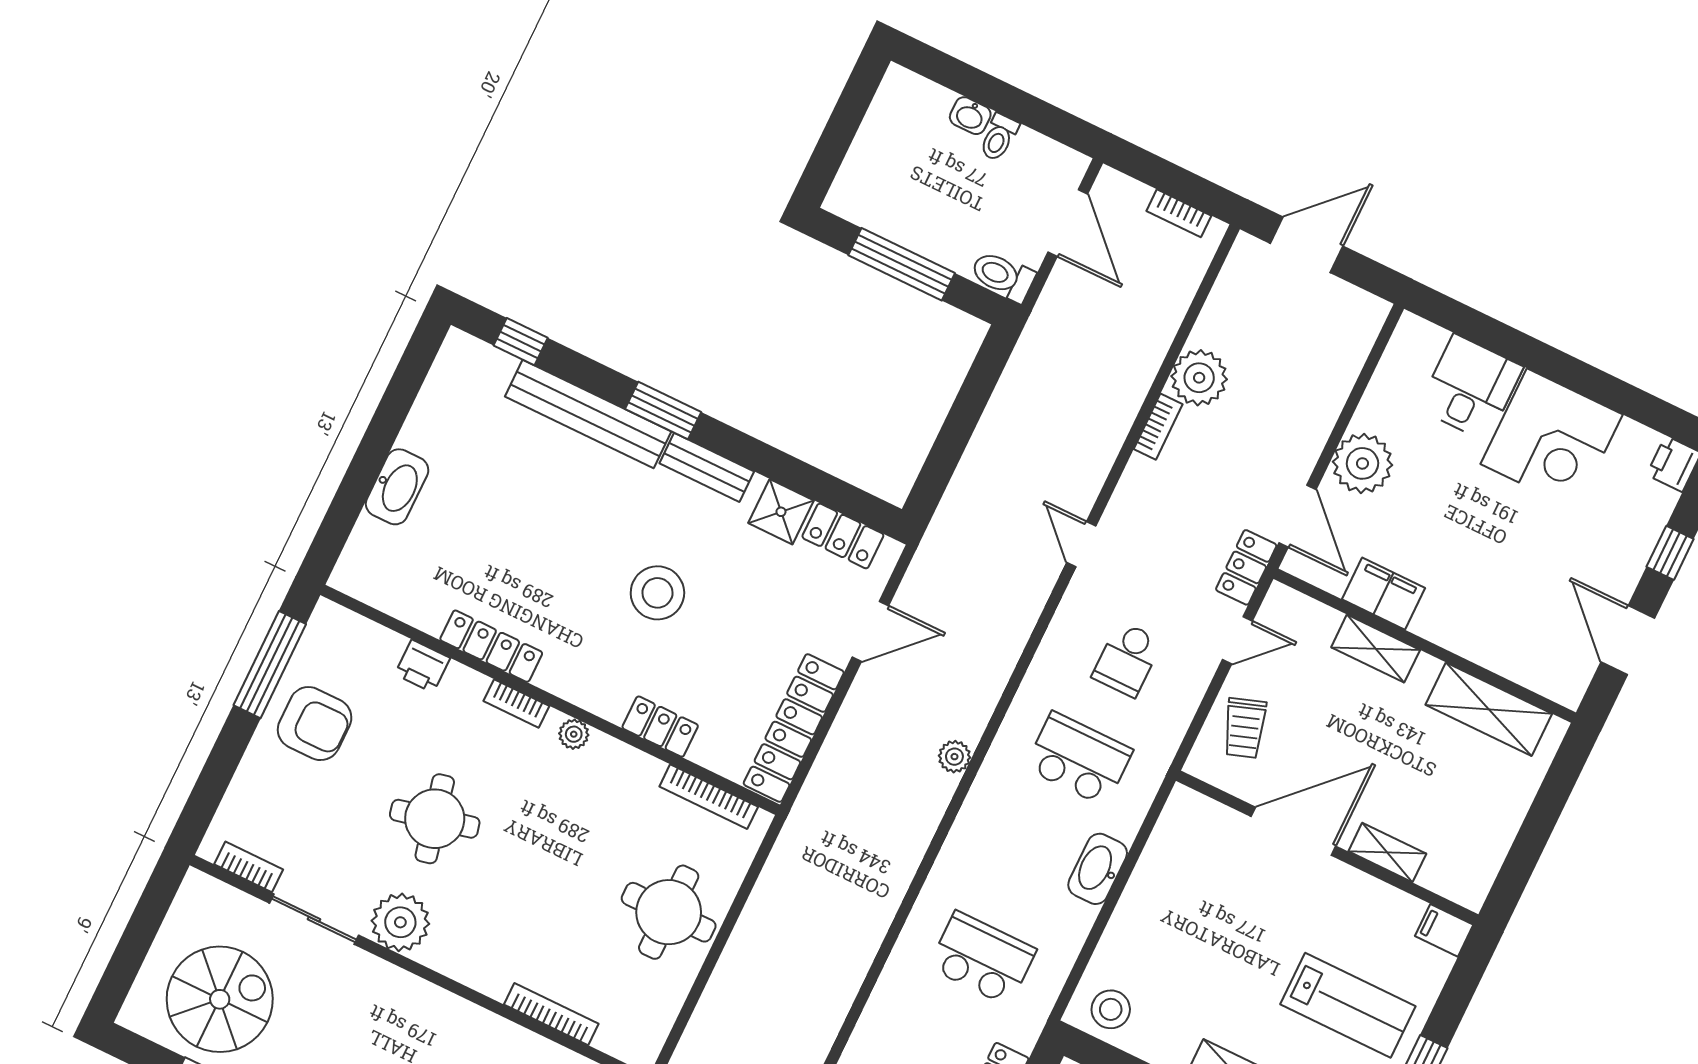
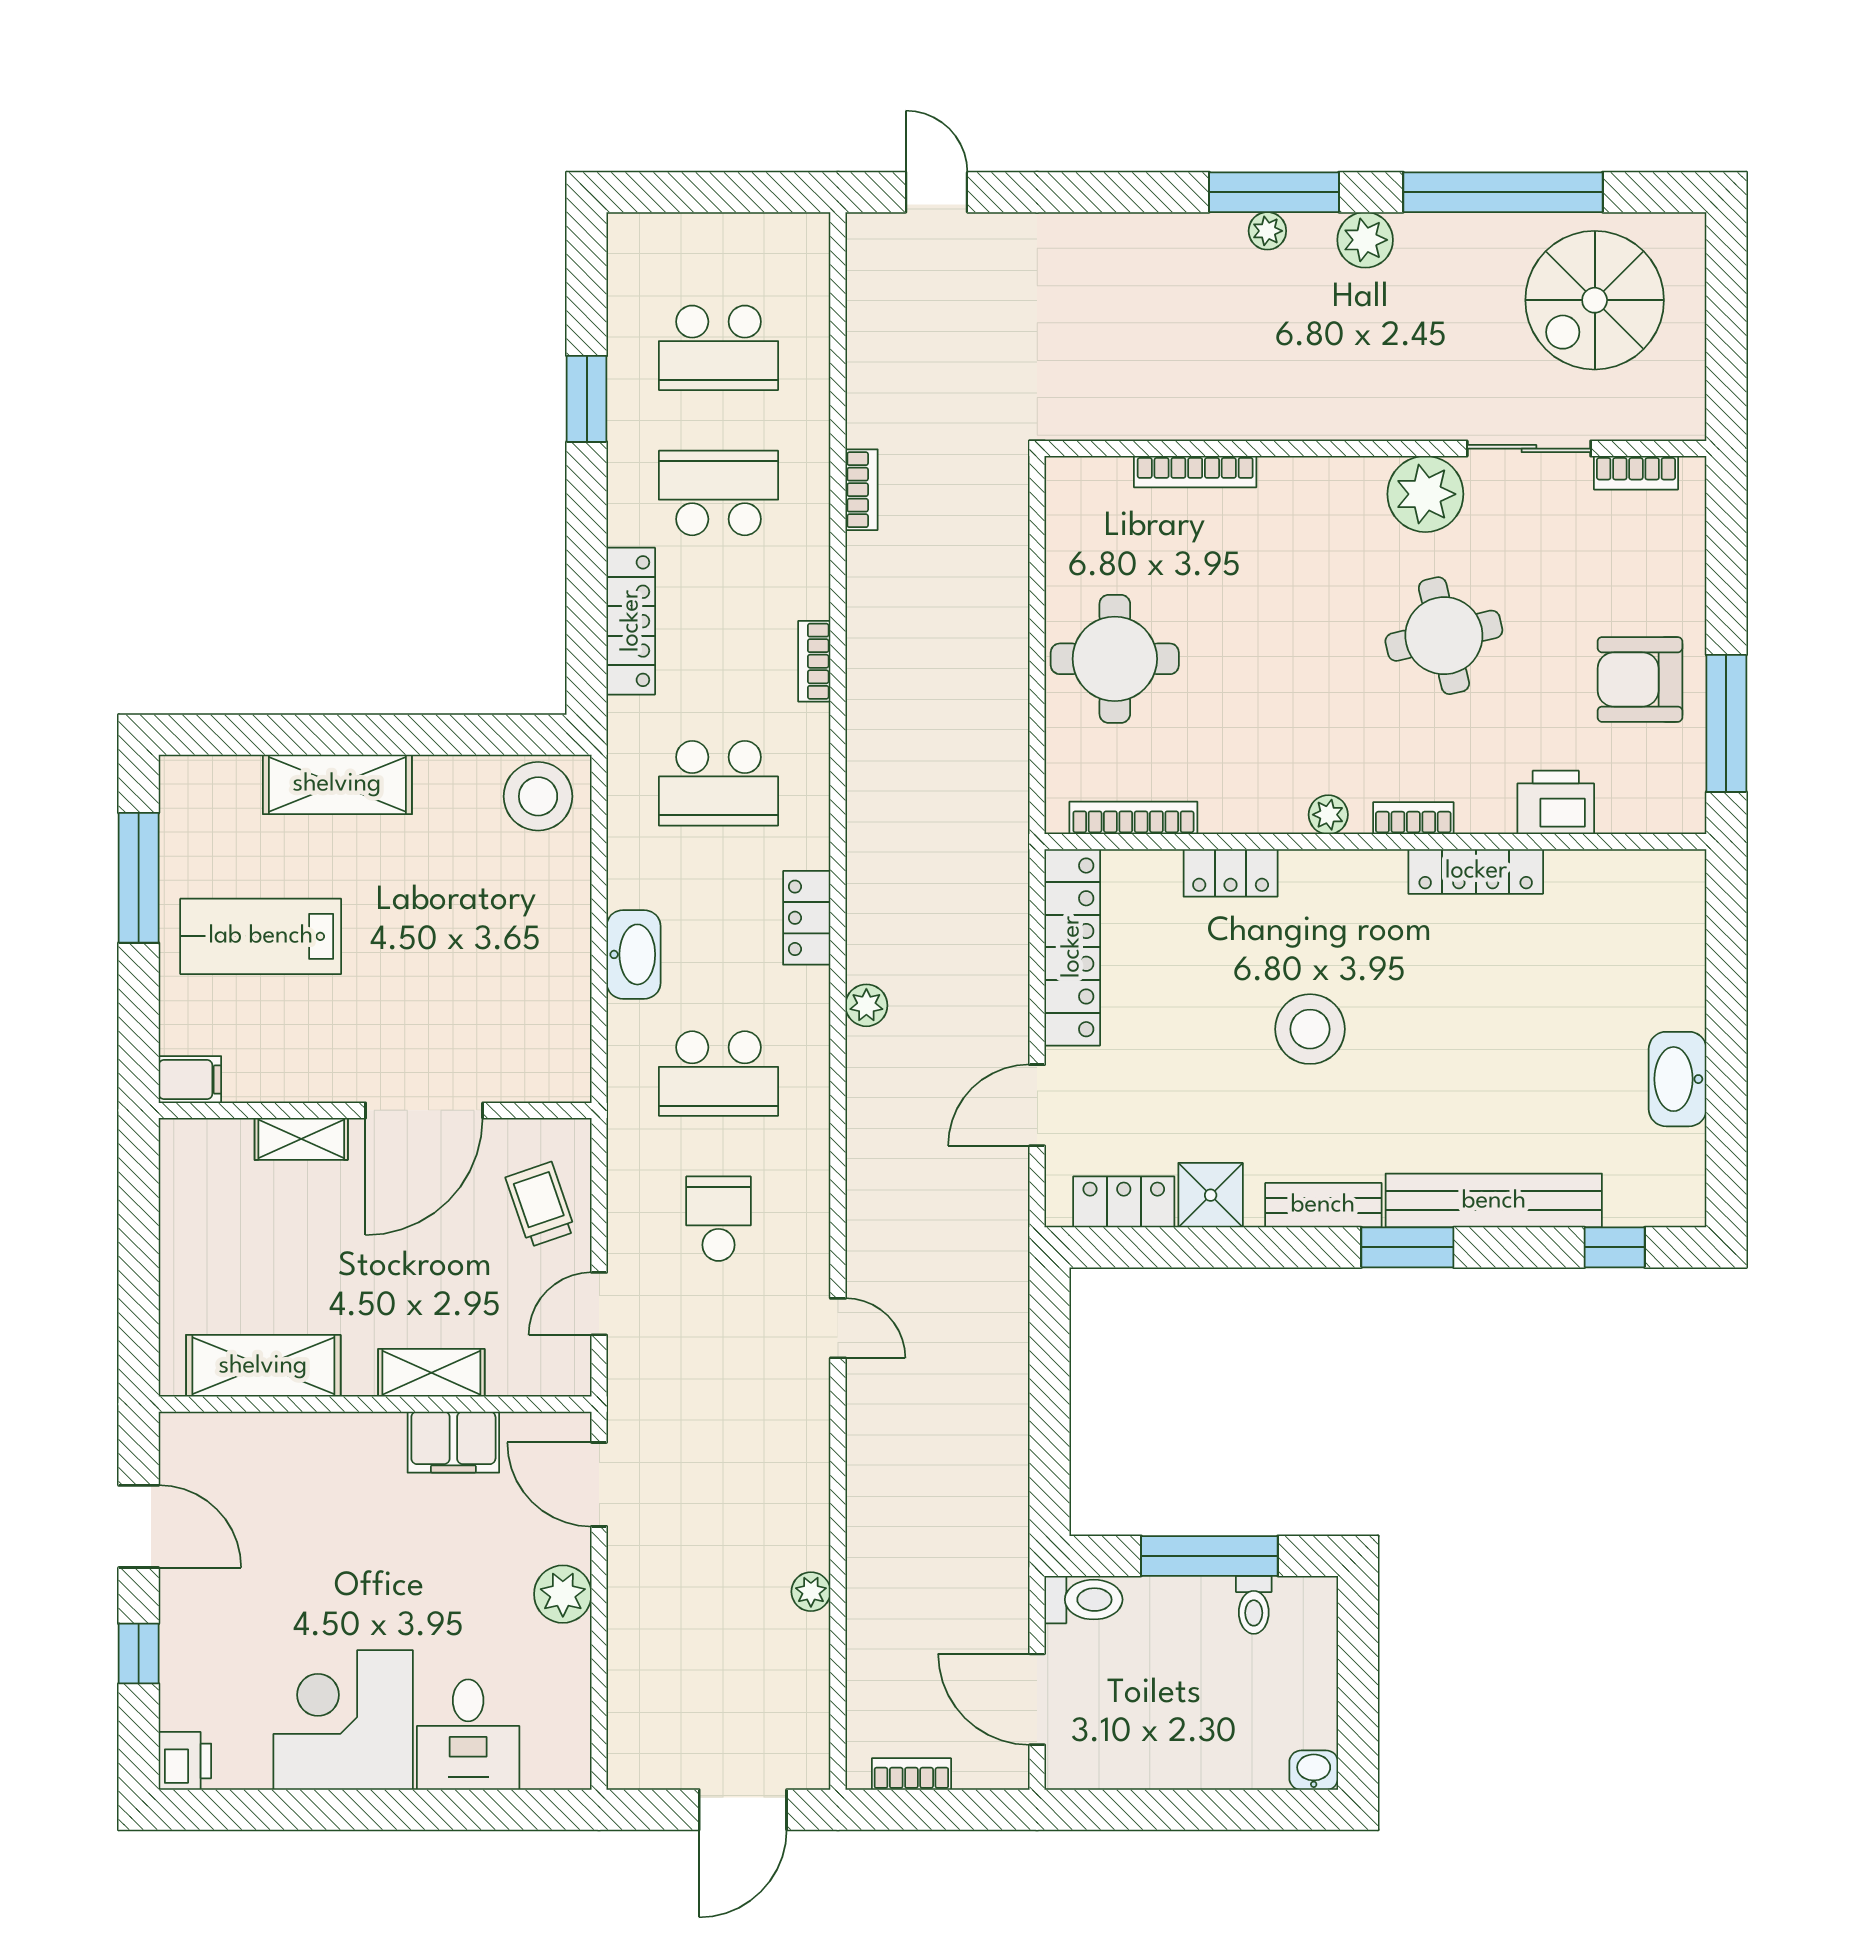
washbasin: (970, 116) -> (1314, 1770), moved
toilet: (999, 137) -> (1254, 1605), moved, turned 180
plant: (1199, 378) -> (811, 1592), width x0.53, depth x0.53
bookcase: (1158, 427) -> (814, 661), moved
plant: (1362, 463) -> (563, 1594), width x0.73, depth x0.73
washbasin: (397, 487) -> (1678, 1079), moved
locker: (1246, 567) -> (807, 918), moved, turned 180
printer: (422, 666) -> (1556, 802), width x1.36, depth x1.24
stool: (1111, 1009) -> (538, 796), width x1.38, depth x1.38

